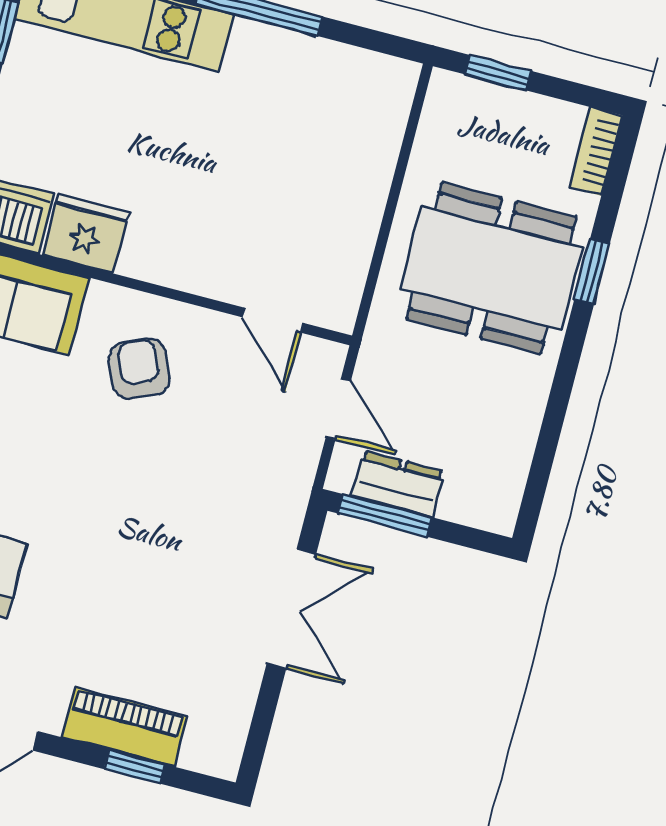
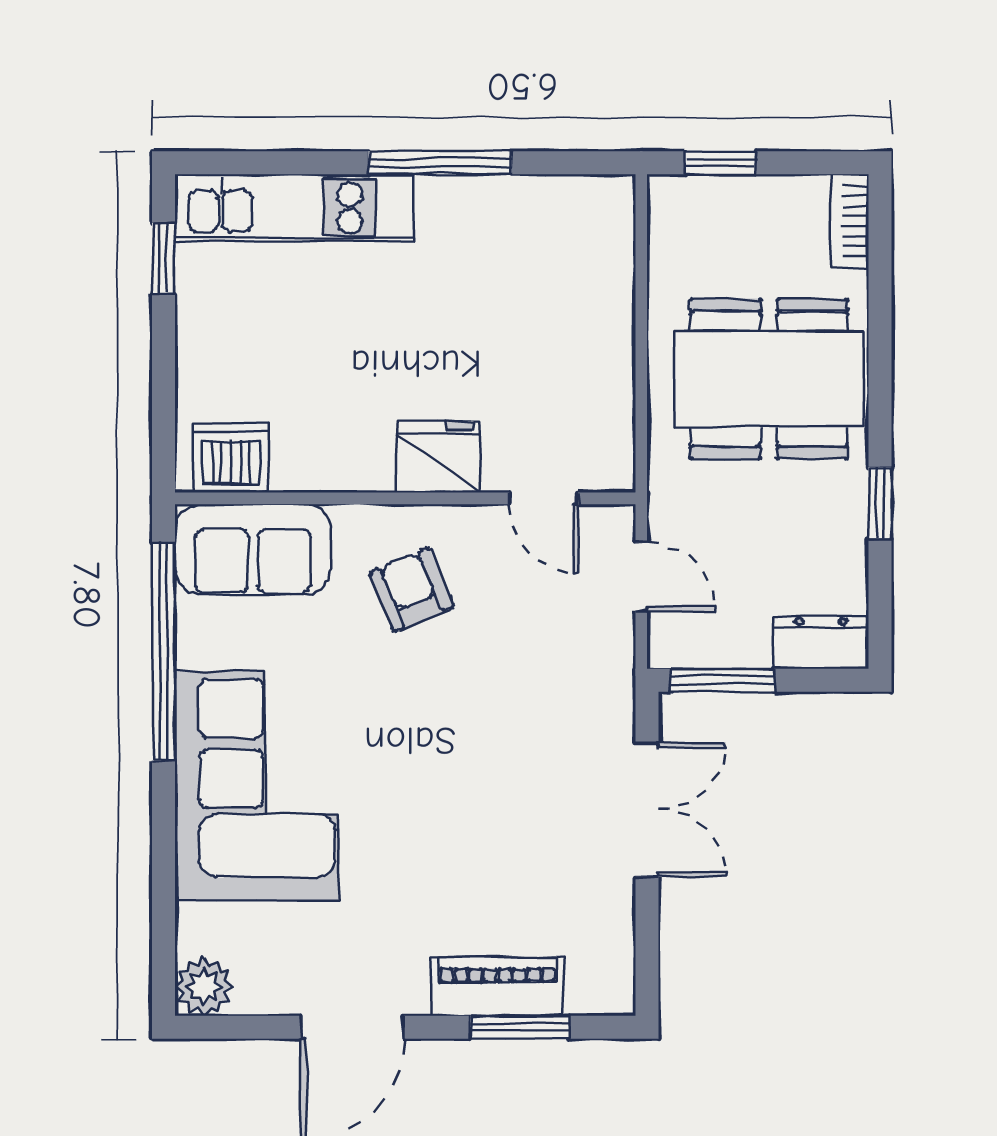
fridge: (86, 234) -> (438, 457), moved
window: (592, 272) -> (880, 503), moved
dresser: (398, 484) -> (821, 642), moved
window: (135, 767) -> (520, 1027), width x1.50

